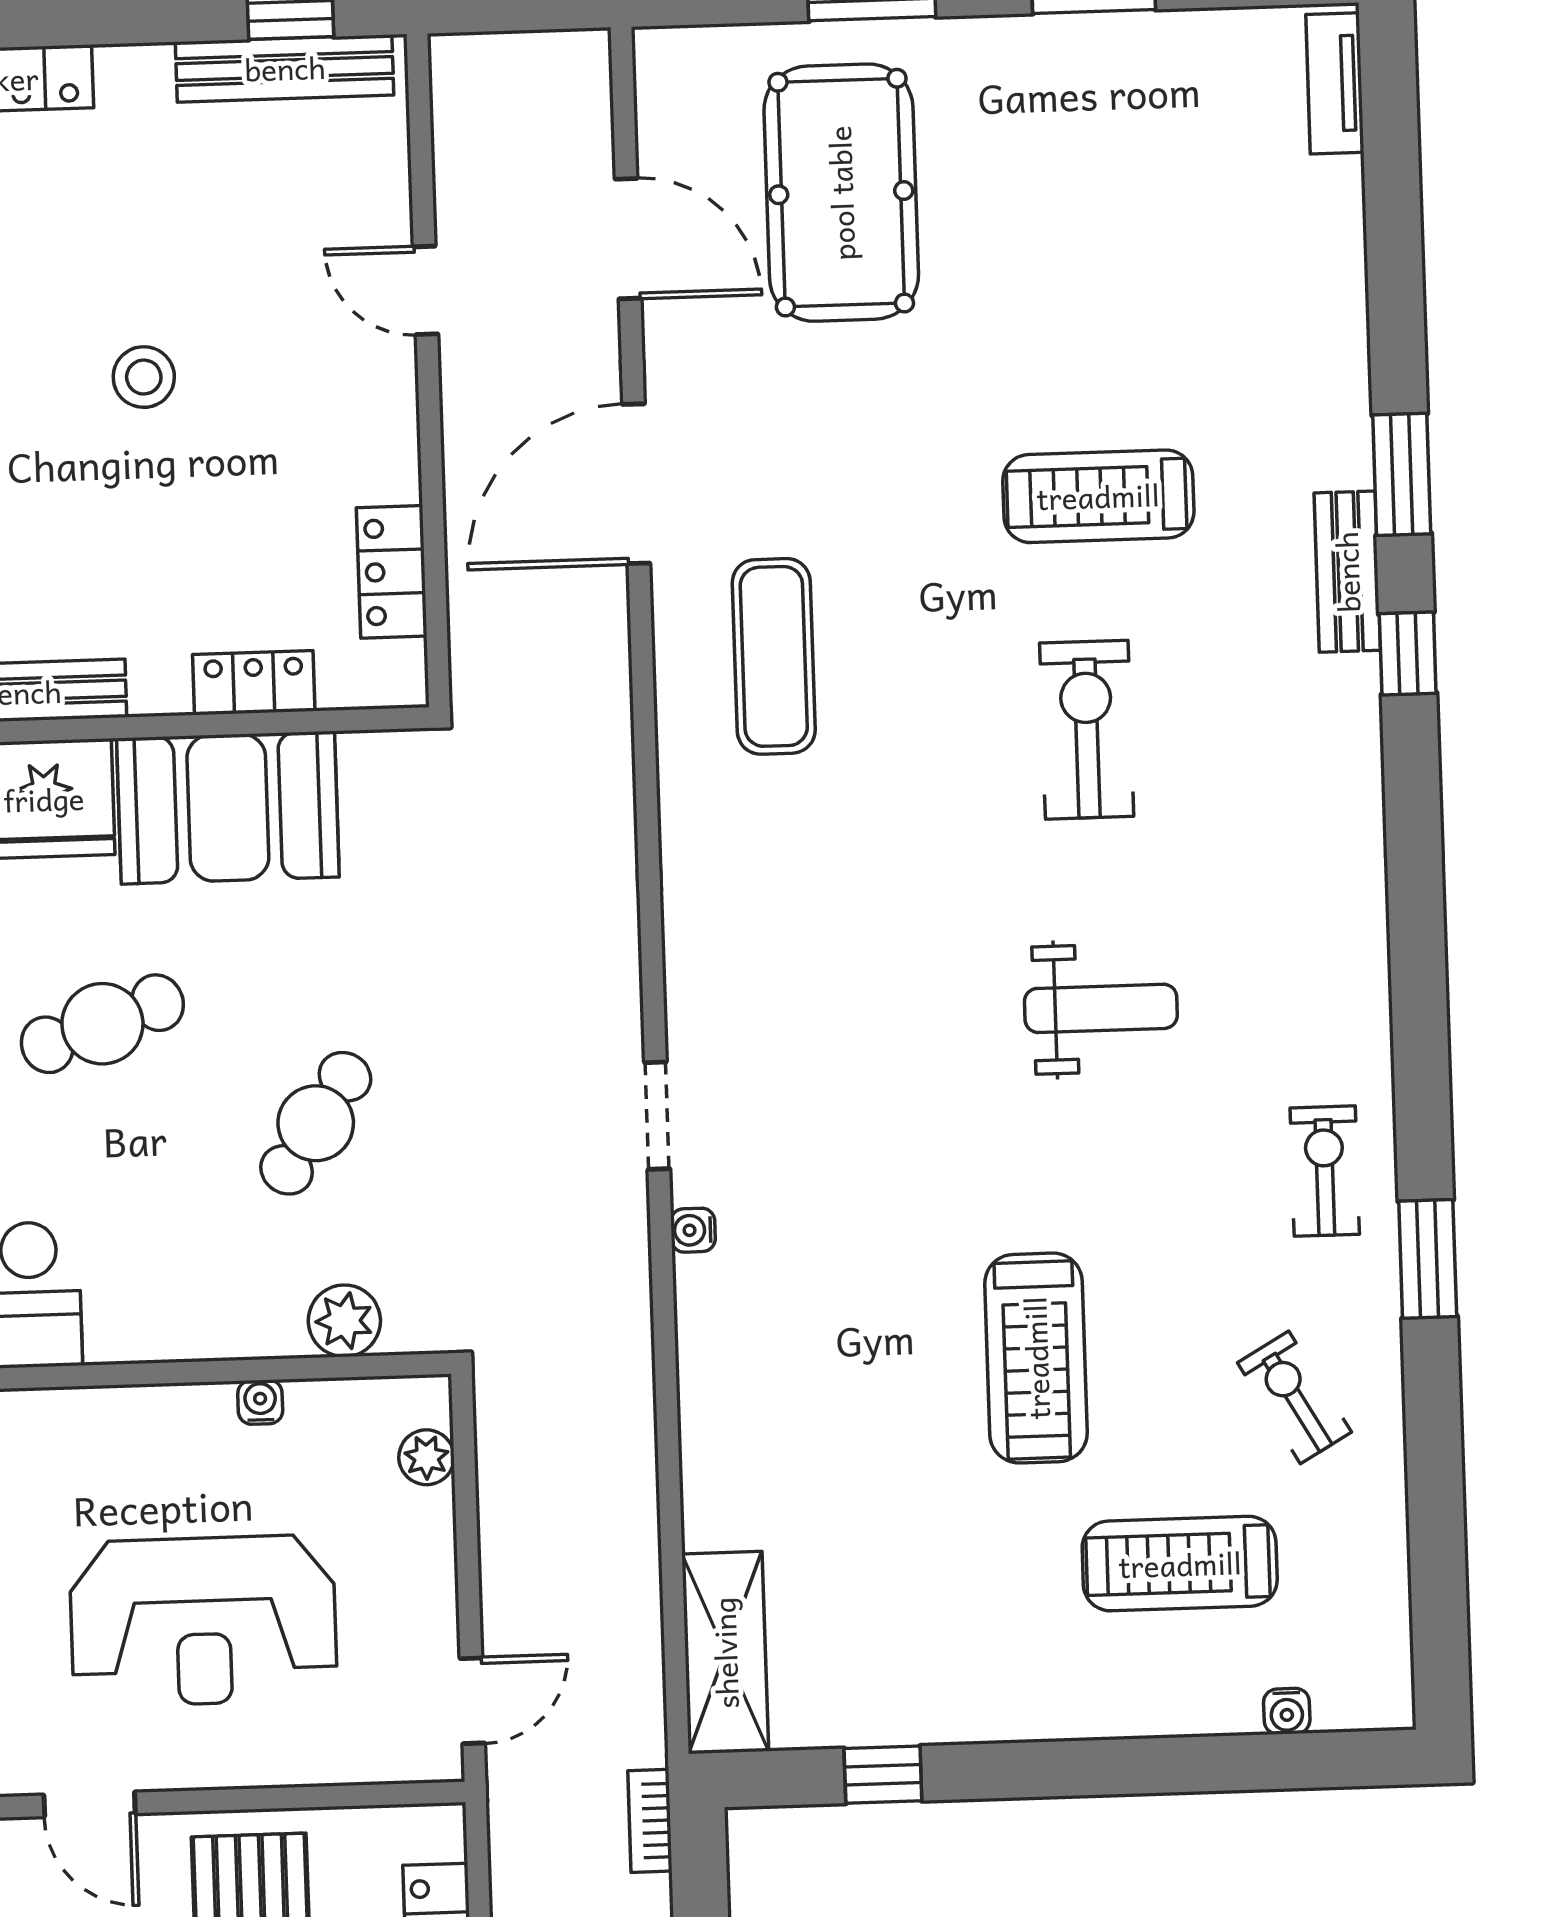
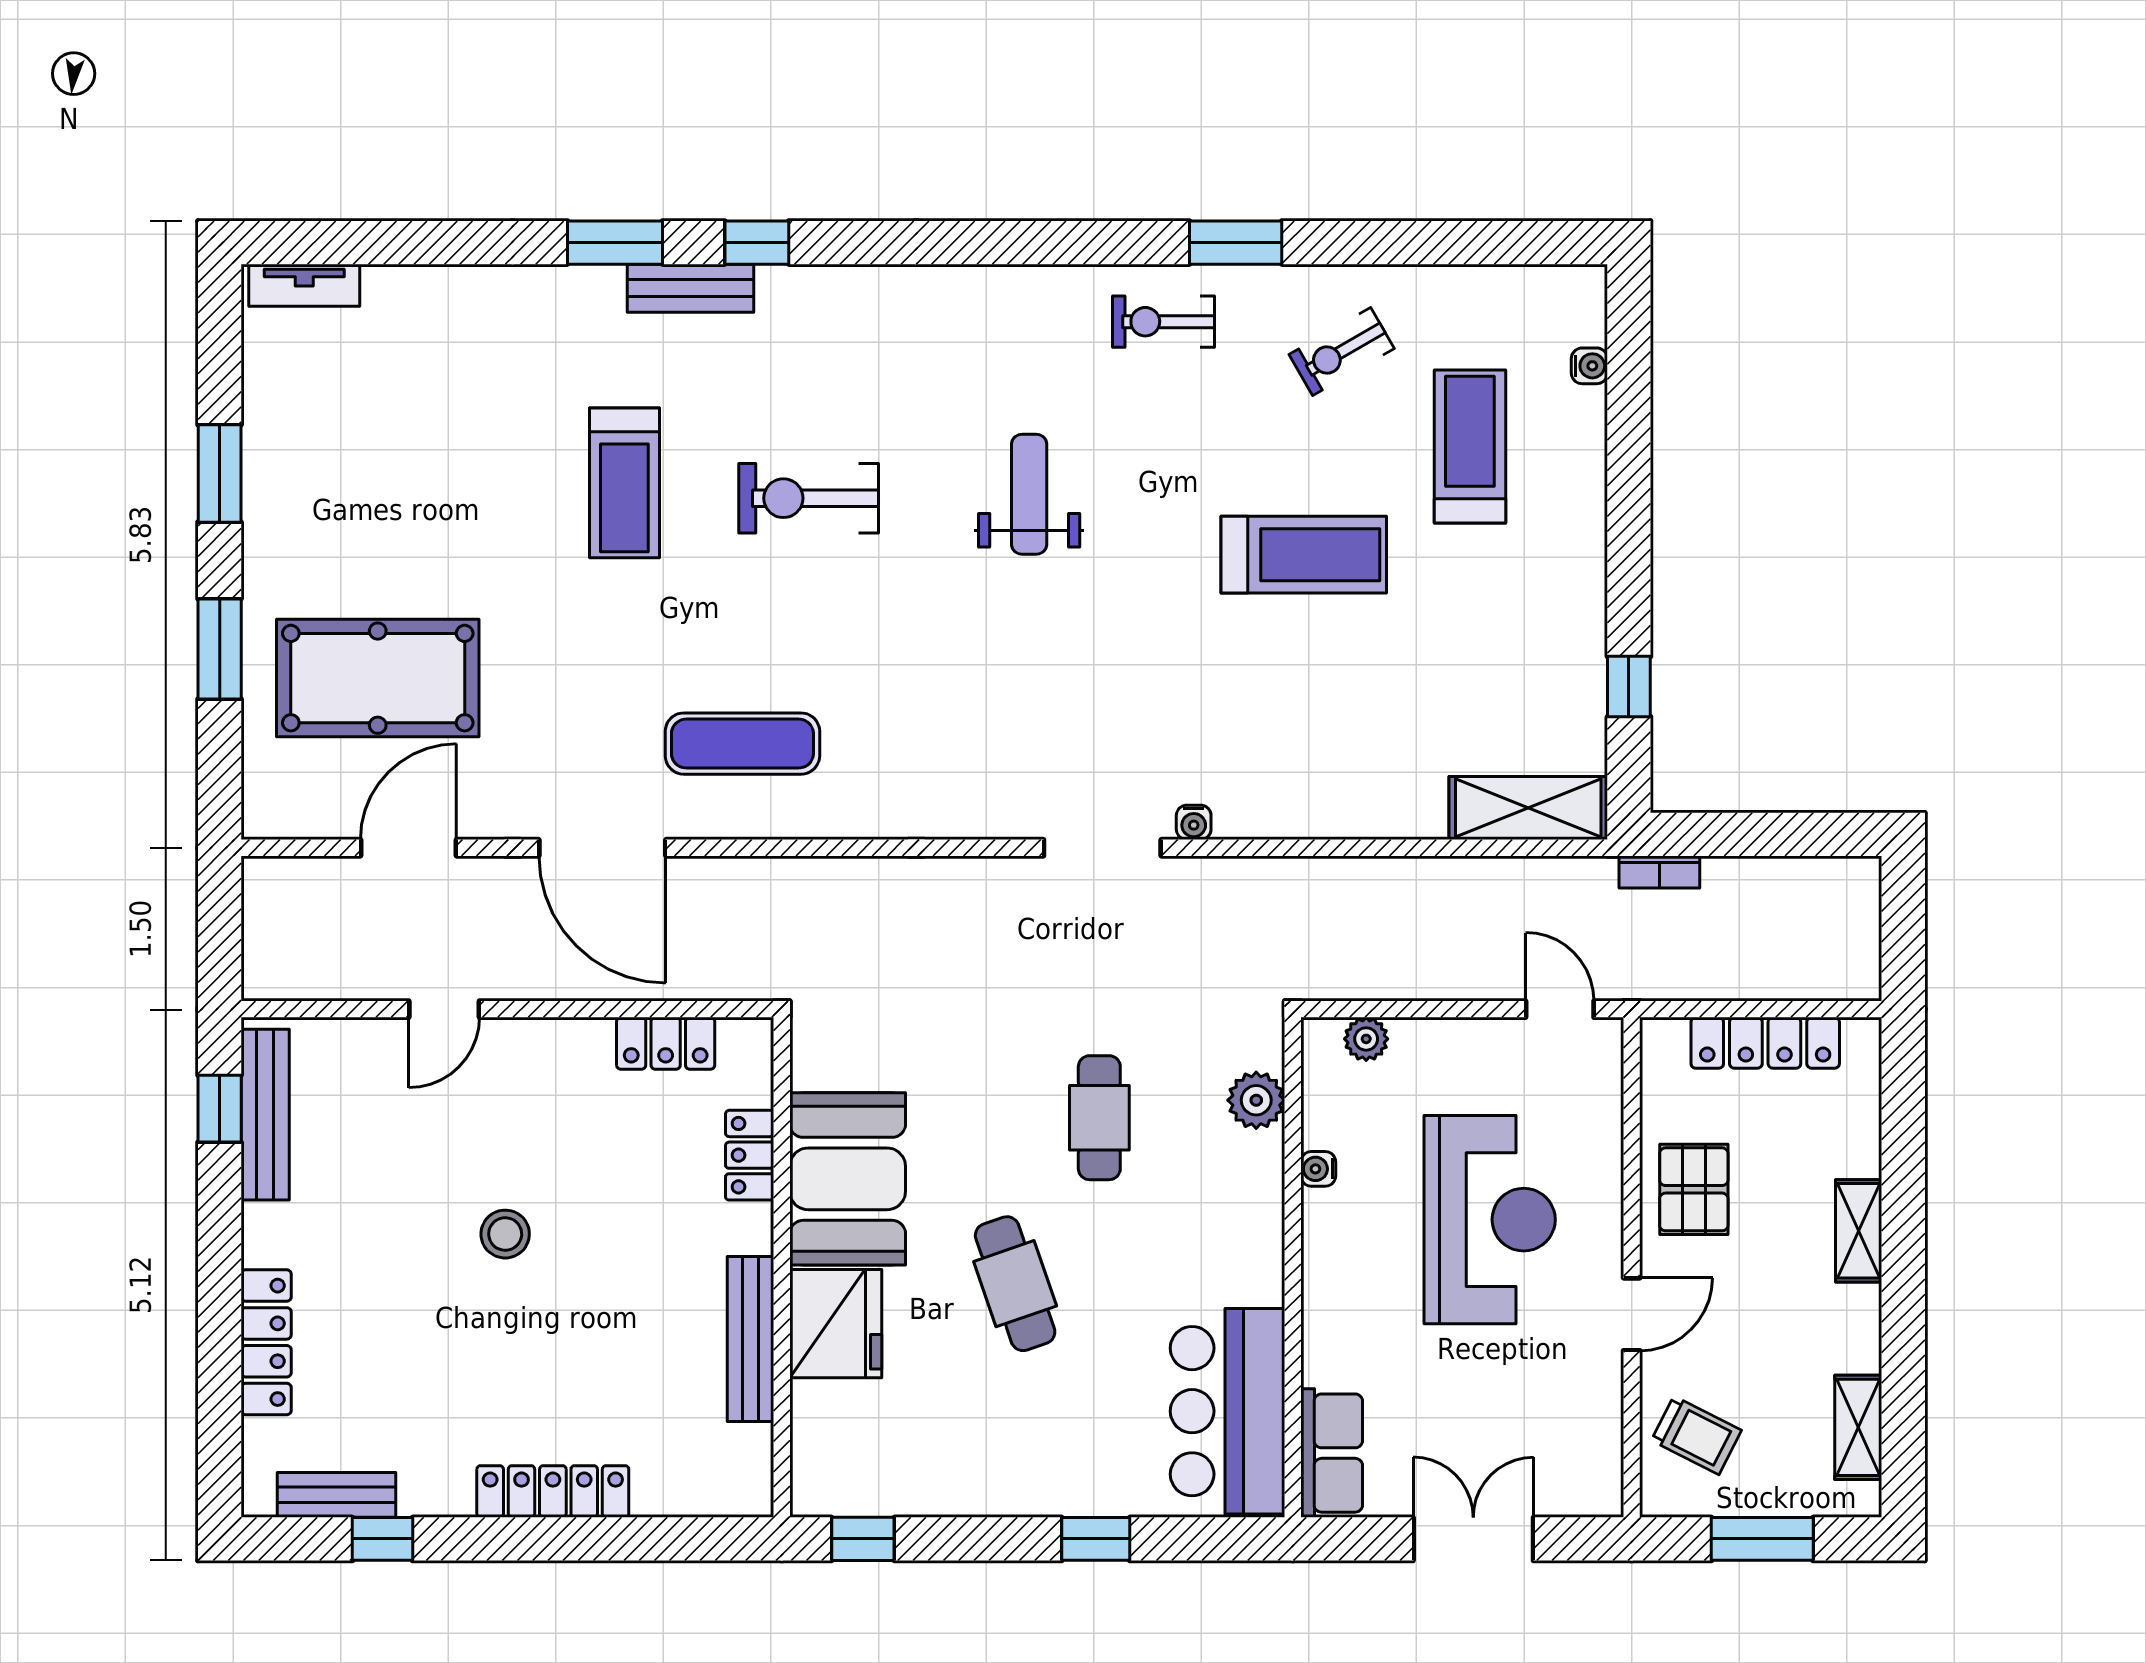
doorway: (657, 1116) -> (1102, 848), width x1.38
cafe table: (316, 1123) -> (1099, 1118), turned 56
treadmill: (1180, 1564) -> (1470, 447), turned 180

